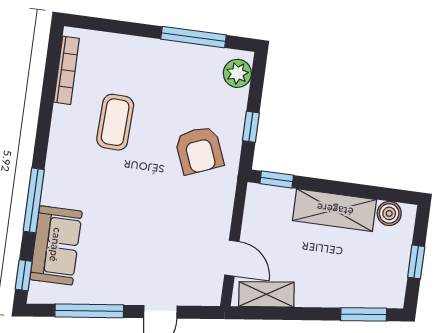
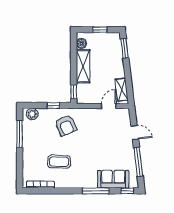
armchair: (199, 150) -> (66, 125), turned 89

